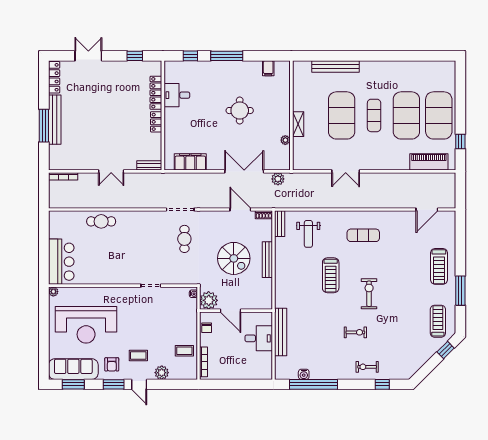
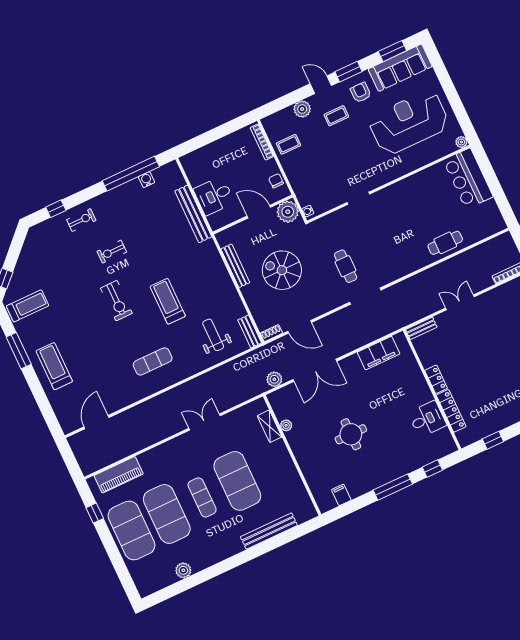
plant: (414, 67) -> (183, 570), added
shelving: (298, 124) -> (270, 426), moved
bench: (267, 260) -> (235, 266), moved
treadmill: (438, 321) -> (27, 306), turned -90

